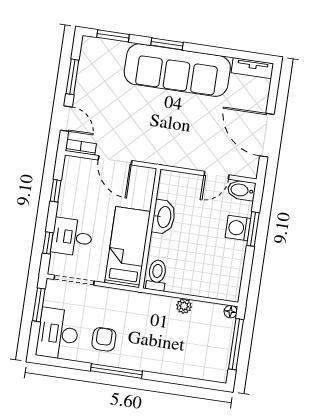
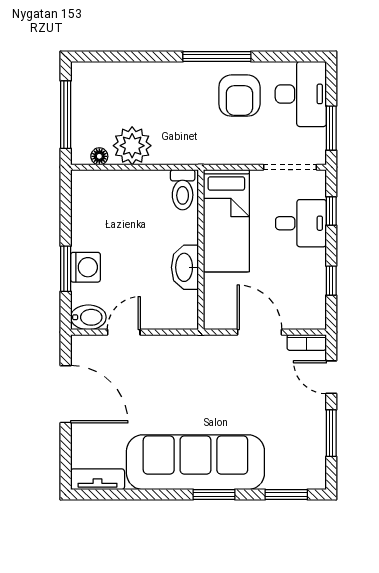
plant: (184, 306) -> (132, 146), width x1.87, depth x1.87
floor lamp: (231, 312) -> (99, 156), moved
armchair: (104, 339) -> (239, 96), width x1.38, depth x1.38

